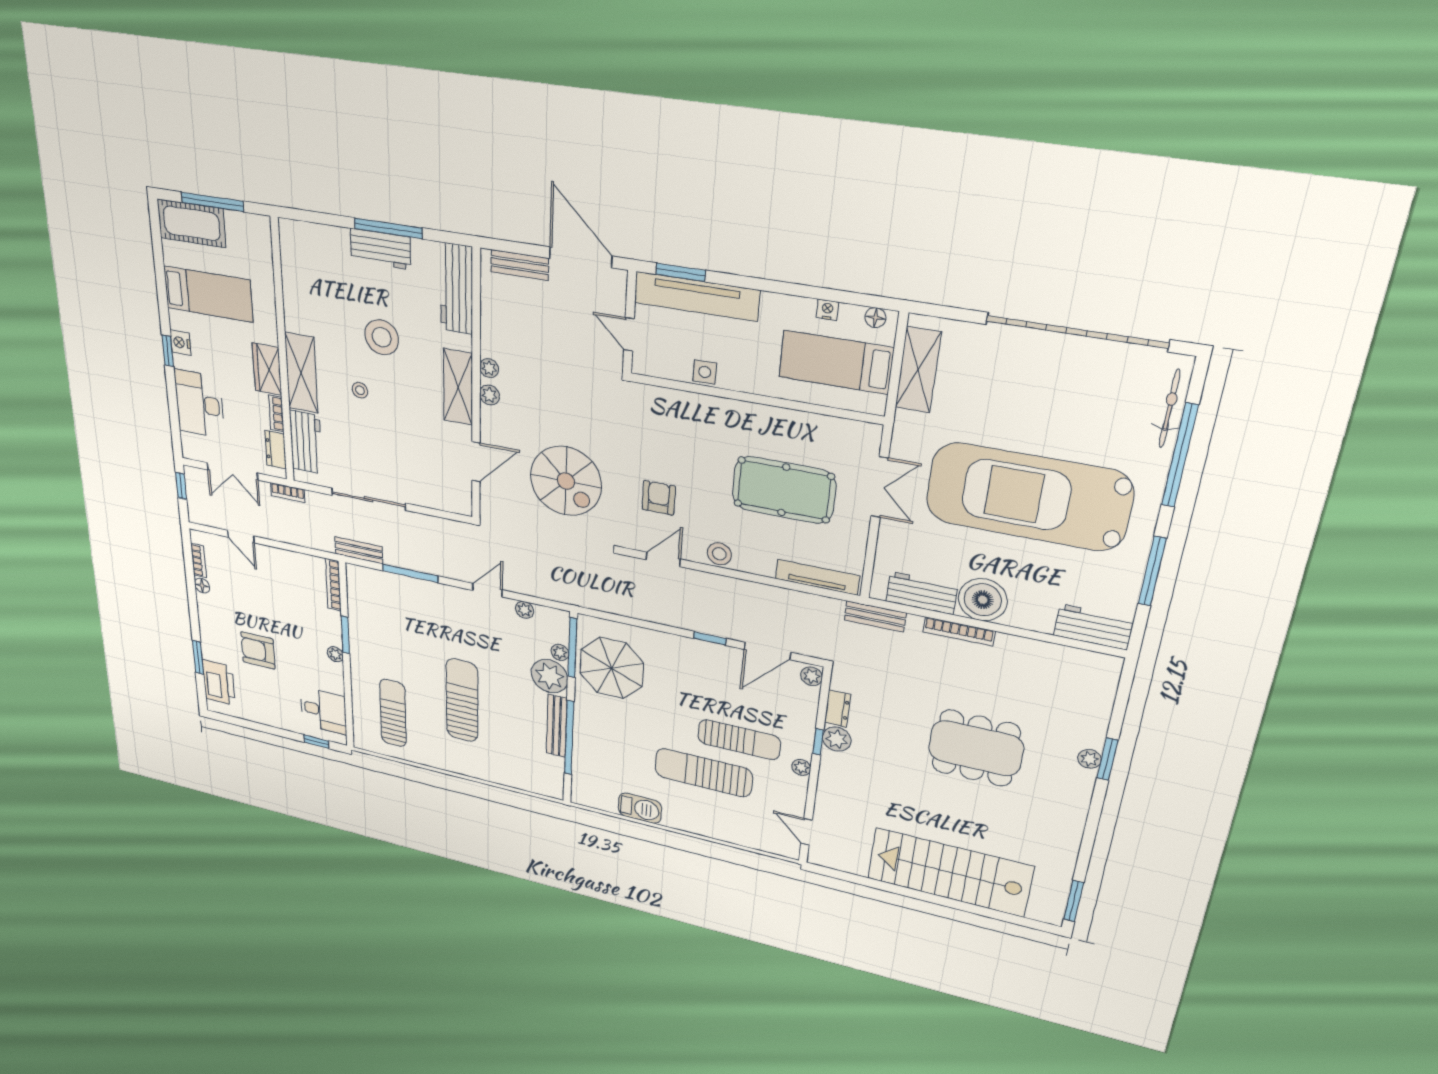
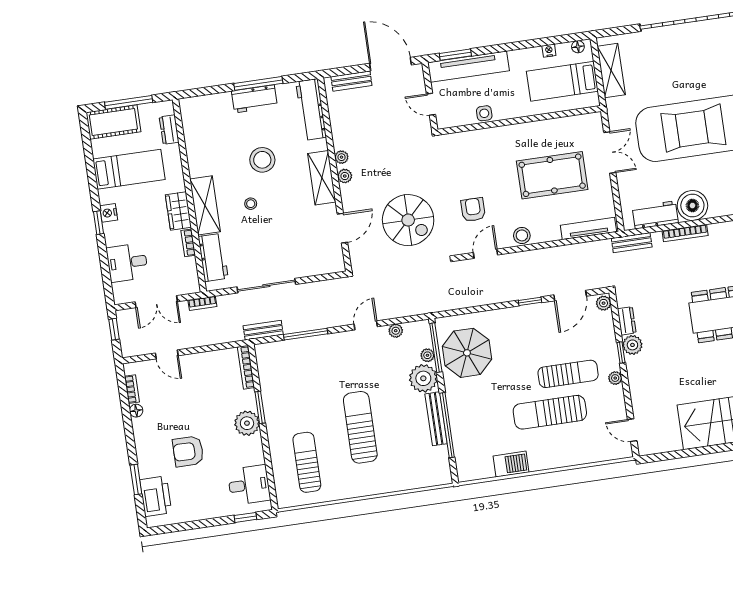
desk: (200, 404) -> (127, 263), width x0.73
dresser: (276, 450) -> (169, 130), moved
plant: (335, 654) -> (247, 423), width x1.87, depth x1.87

